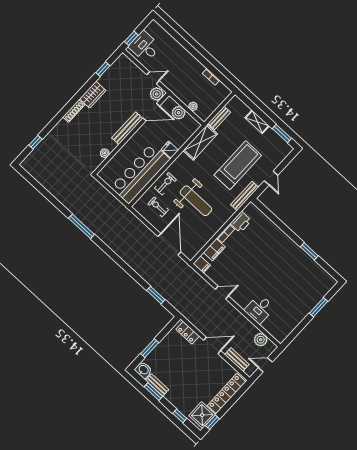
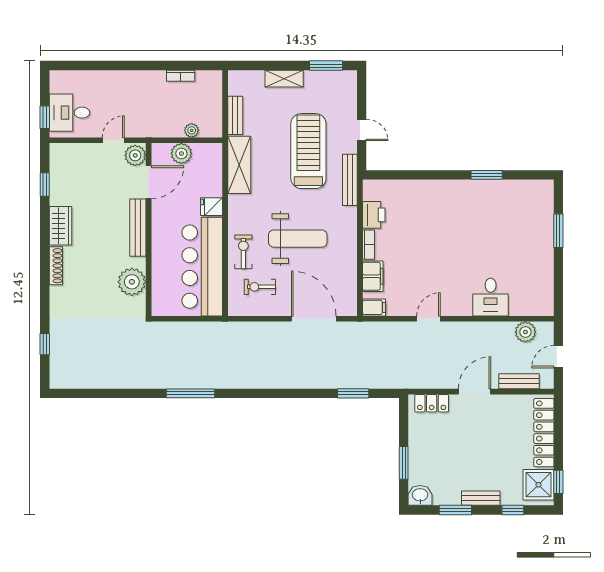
plant: (105, 153) -> (132, 282), width x1.87, depth x1.87
bench: (157, 385) -> (481, 498), moved

